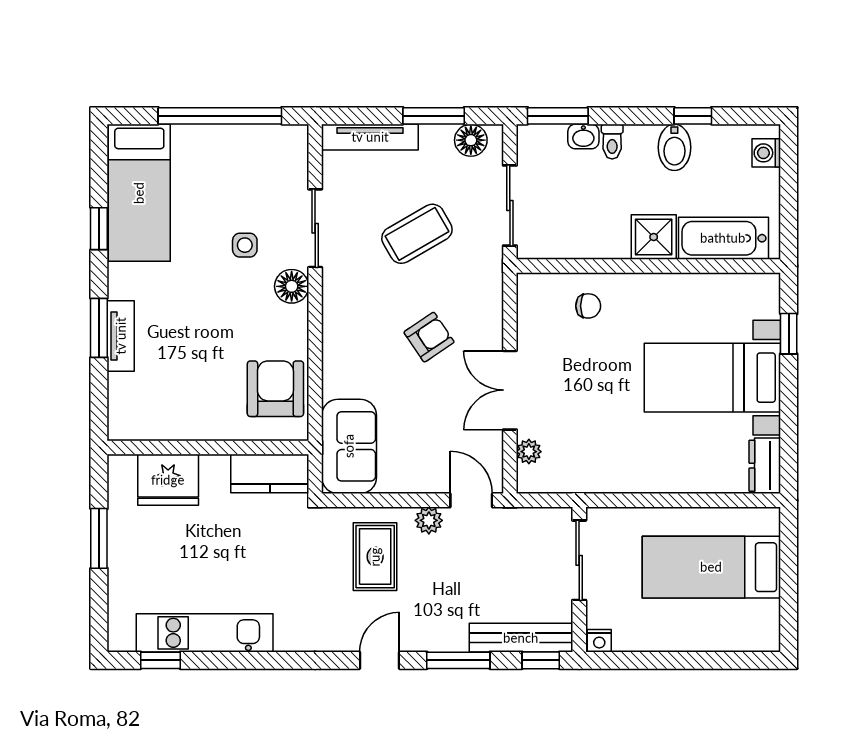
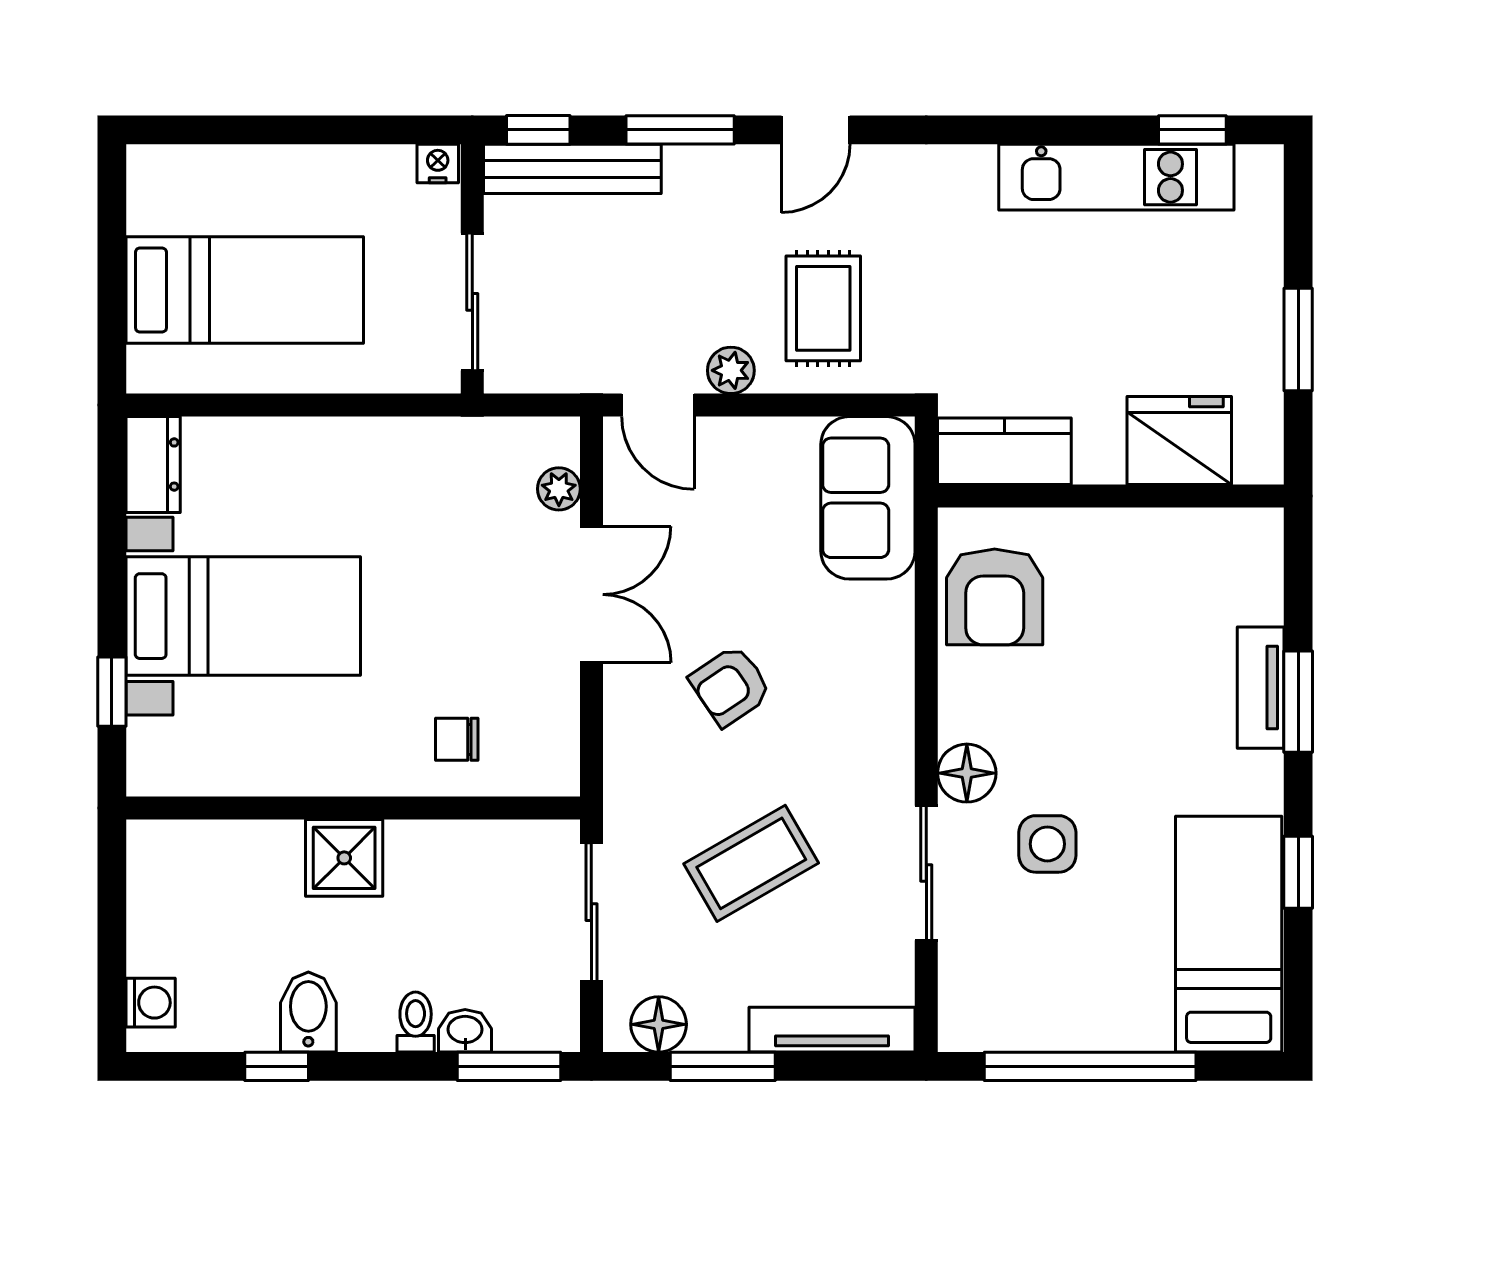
bathtub: (723, 238) -> (224, 856), removed
side table: (245, 245) -> (1047, 844), width x1.37, depth x1.37

